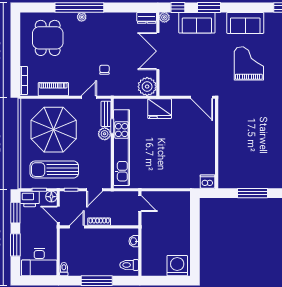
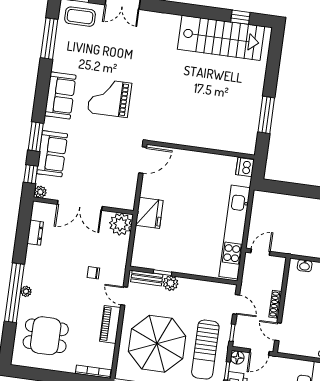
dresser: (147, 18) -> (35, 233), moved
piano: (53, 89) -> (110, 324), moved
kitchen unit: (122, 148) -> (235, 232), moved, turned -90

